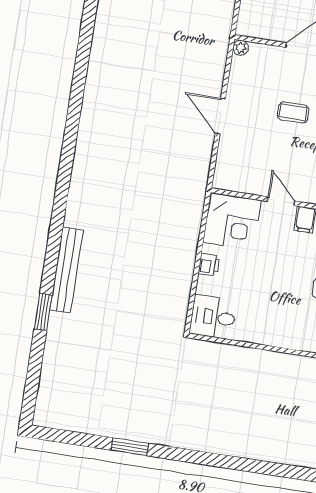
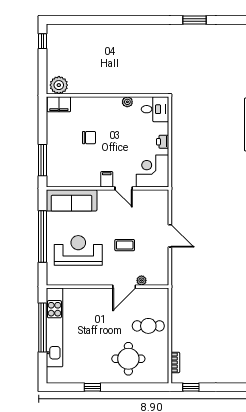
plant: (241, 48) -> (141, 280), moved
plant: (254, 335) -> (127, 102), added

